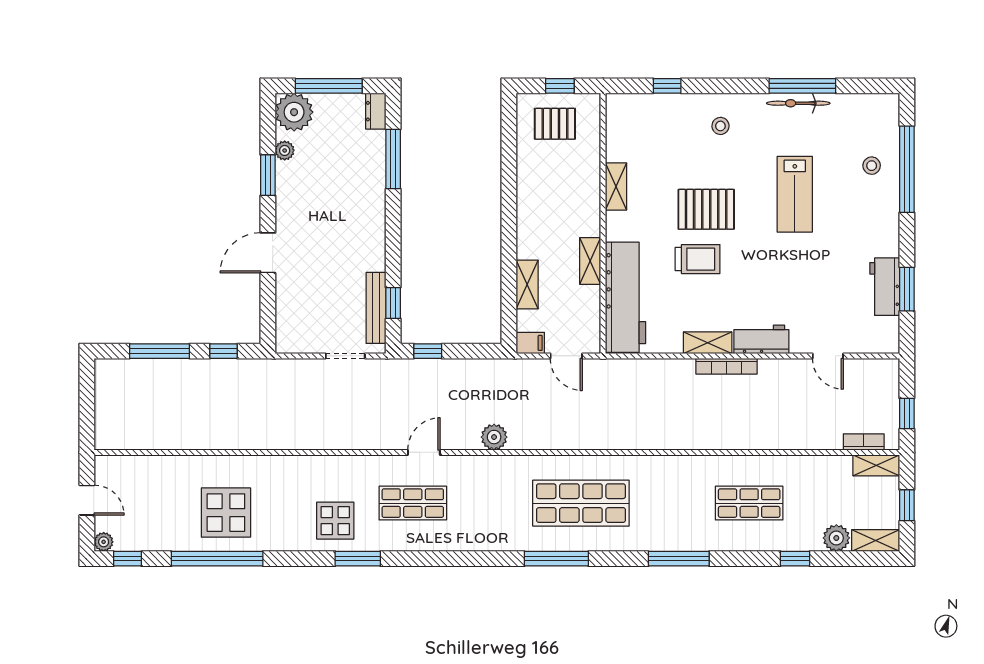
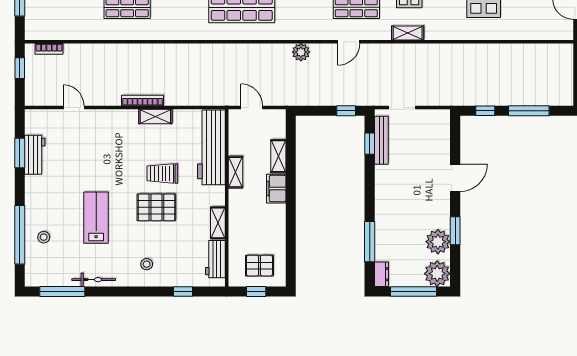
window: (802, 86) -> (62, 291), moved
plant: (285, 150) -> (438, 242), width x1.88, depth x1.88
workbench: (761, 339) -> (215, 259), moved, turned 90
filing cabinet: (530, 343) -> (276, 189), moved, width x2.00
shelving: (876, 465) -> (408, 33), moved

